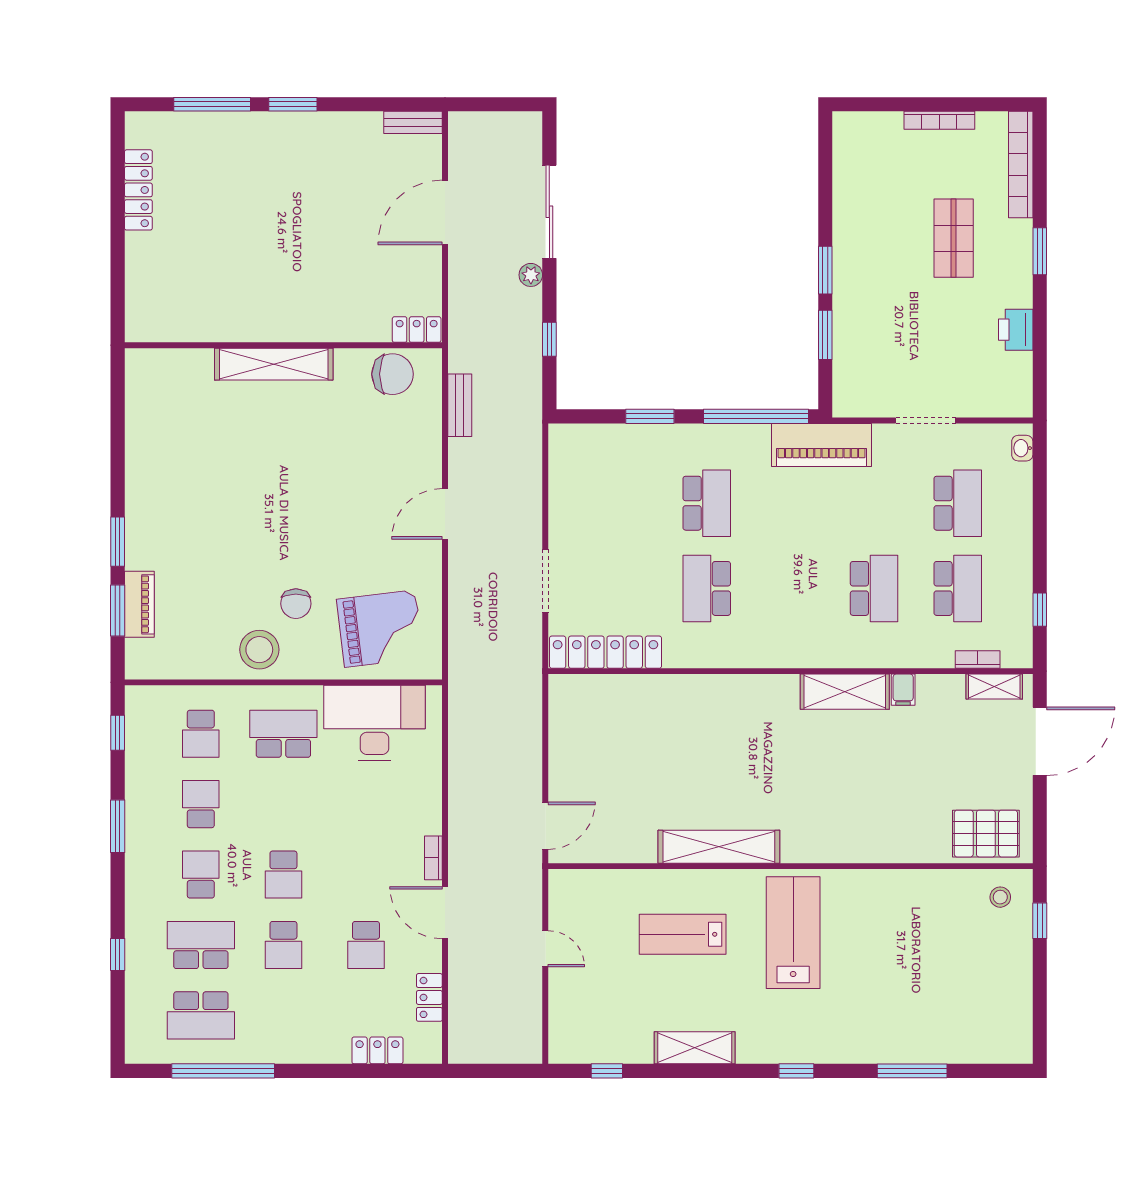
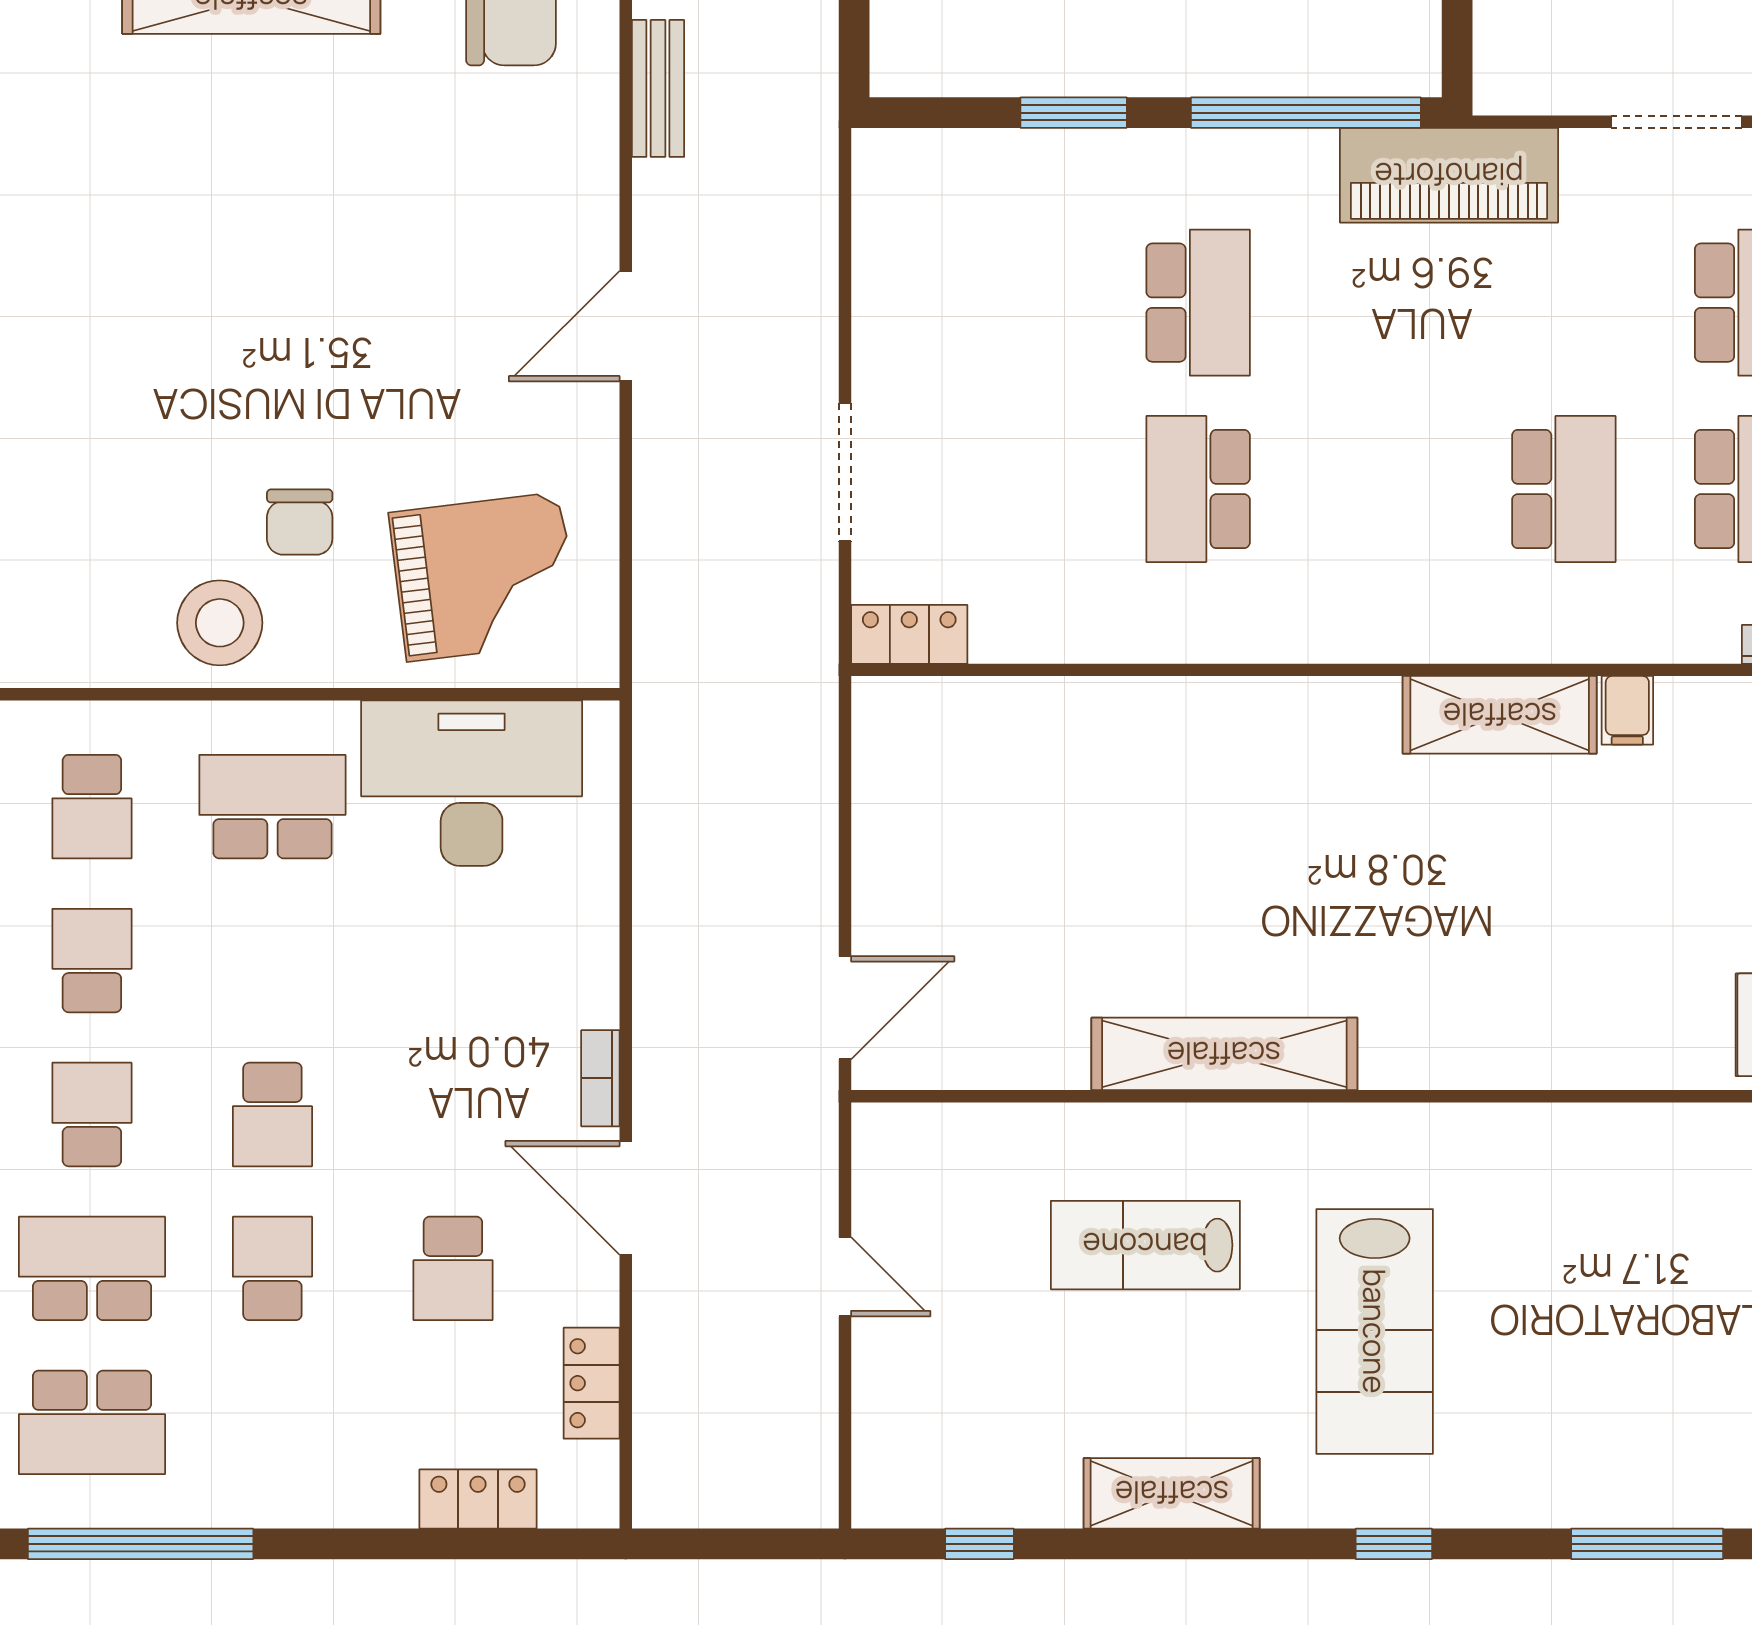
locker: (605, 652) -> (909, 634), width x0.46, depth x0.83
lab bench: (793, 933) -> (1375, 1331), moved, turned 180
school desk: (283, 945) -> (272, 1268), turned 180

